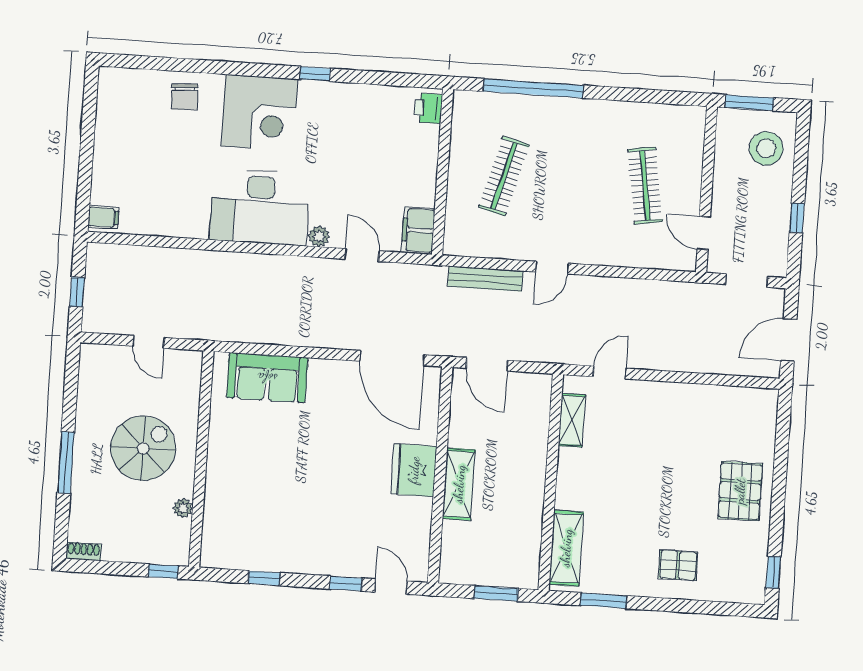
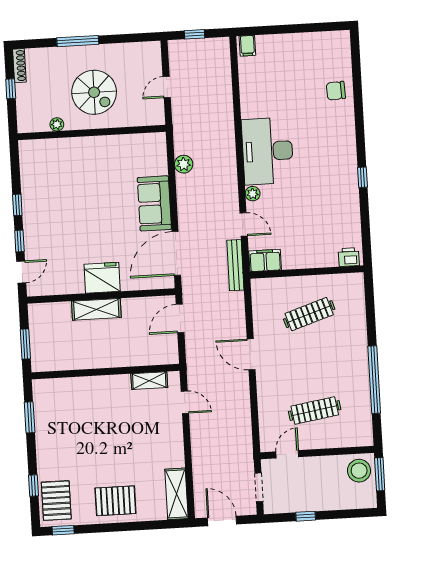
window: (533, 88) -> (374, 380), moved
corner desk: (260, 113) -> (332, 143), removed
stool: (766, 148) -> (359, 471), moved
clothes rail: (504, 176) -> (309, 314), turned -33
door: (362, 255) -> (244, 224), hinge flipped
door: (552, 268) -> (251, 354), width x1.38
bench: (485, 279) -> (235, 265), moved
plant: (264, 331) -> (184, 164), added
sofa: (267, 378) -> (154, 203), moved
shelving: (566, 548) -> (176, 494), moved, turned 90
shoe rack: (84, 551) -> (19, 66), width x1.43
pallet: (678, 565) -> (56, 501), moved, width x1.50, depth x1.42
window: (163, 571) -> (11, 89), moved
window: (264, 578) -> (17, 205), moved
window: (703, 607) -> (34, 485), added

